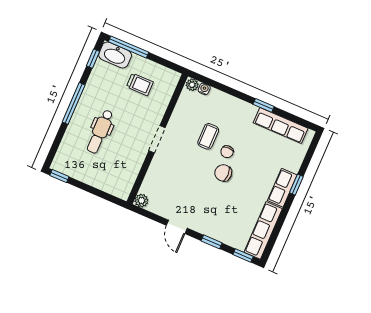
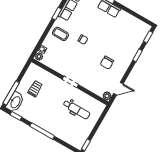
dental chair: (100, 132) -> (76, 109), moved
coffee table: (208, 136) -> (60, 34), moved
chair: (223, 173) -> (107, 63), moved
door: (177, 227) -> (118, 89), moved
row of seats: (263, 230) -> (134, 23), removed

